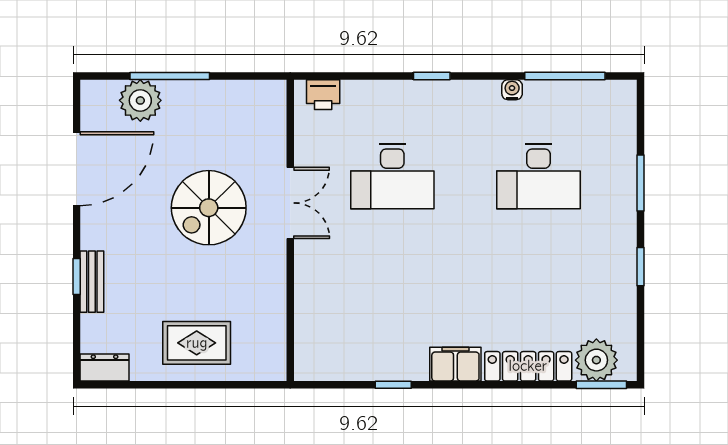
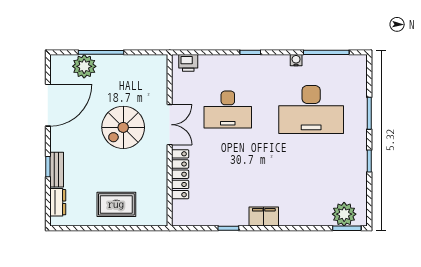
desk: (539, 176) -> (311, 109), width x1.36, depth x1.30
locker: (528, 366) -> (180, 174), moved, turned 90
dresser: (105, 367) -> (58, 202), moved, turned 90

